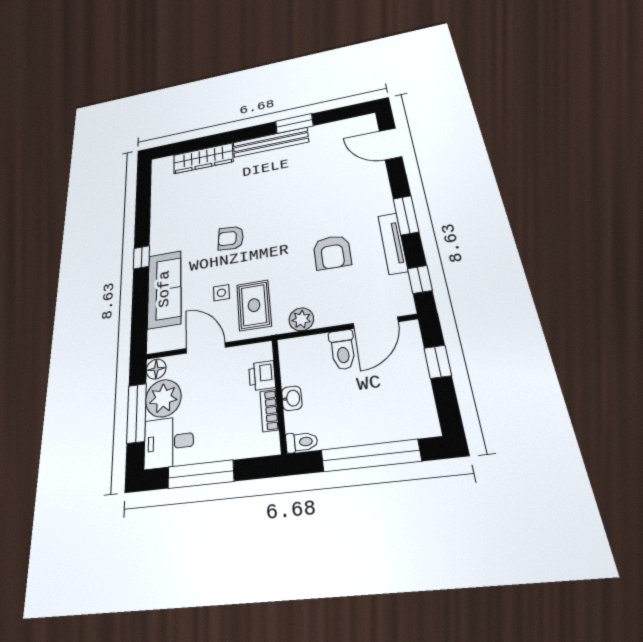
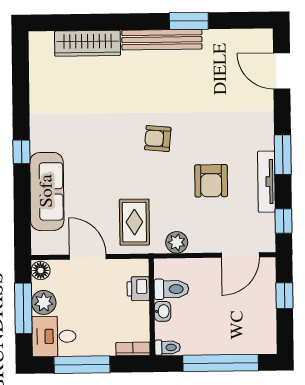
armchair: (231, 238) -> (158, 139), moved
side table: (221, 293) -> (104, 205), removed
toilet: (343, 350) -> (171, 289), moved, turned -90
plant: (163, 398) -> (44, 302), width x0.73, depth x0.73
bookcase: (269, 410) -> (133, 349), moved, turned 90

